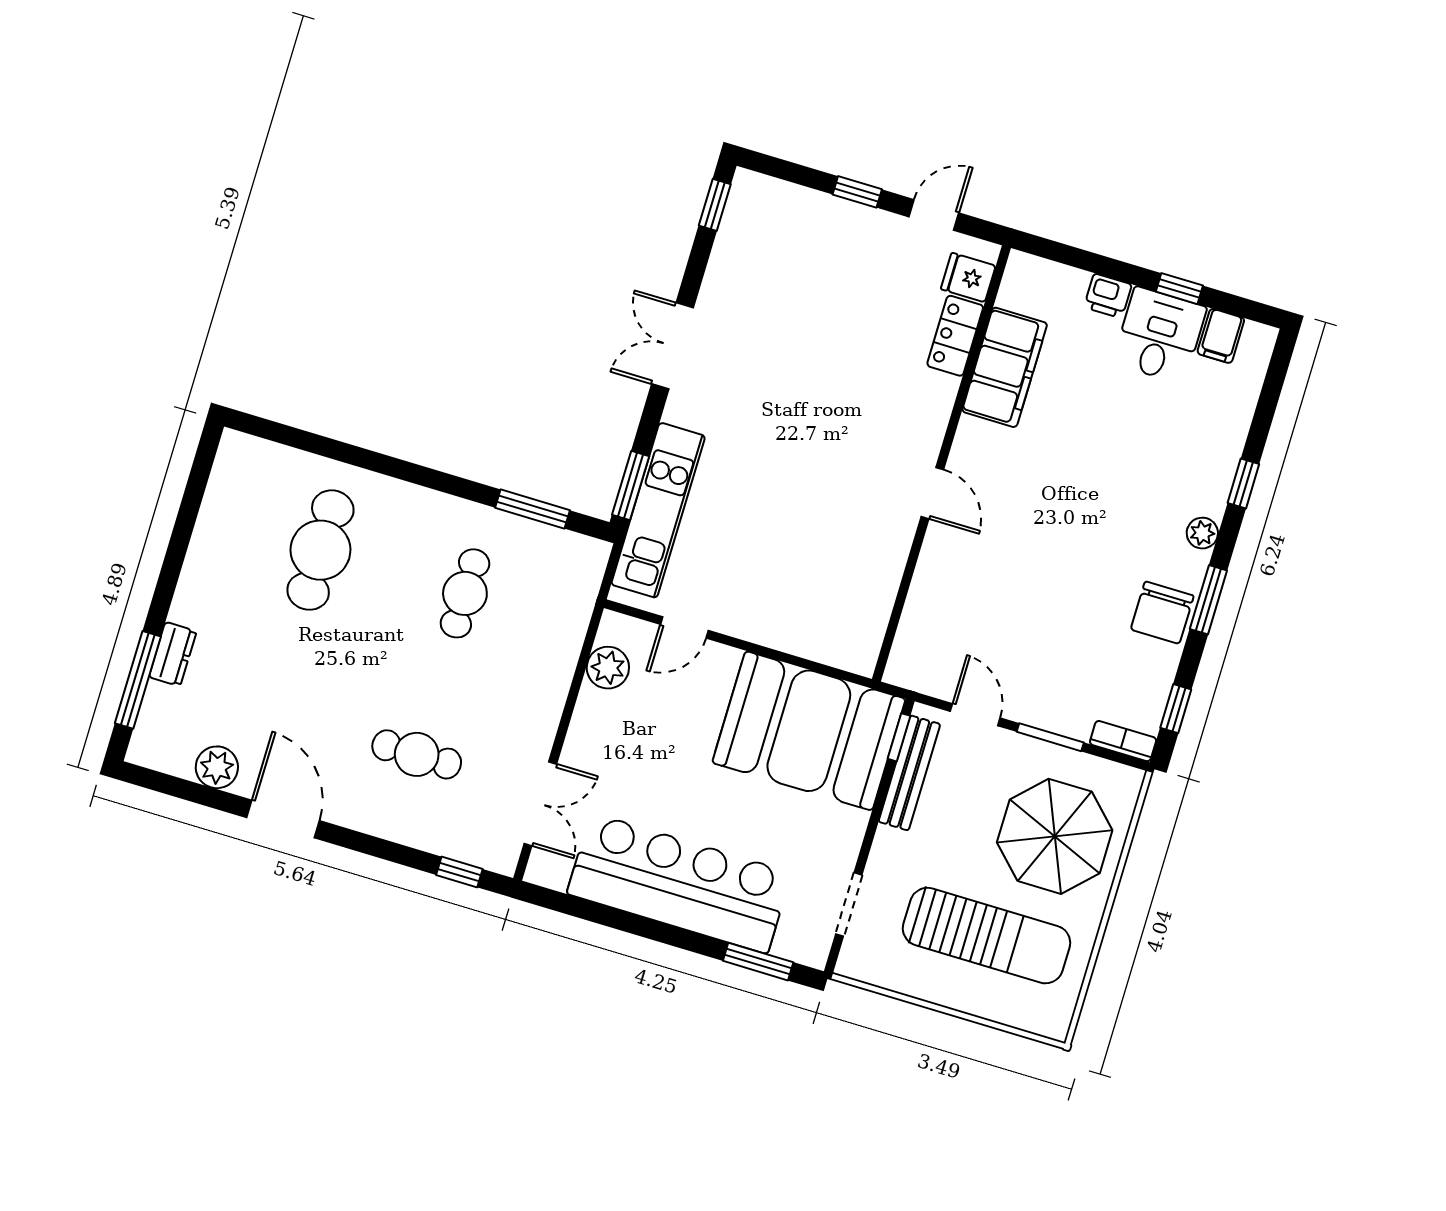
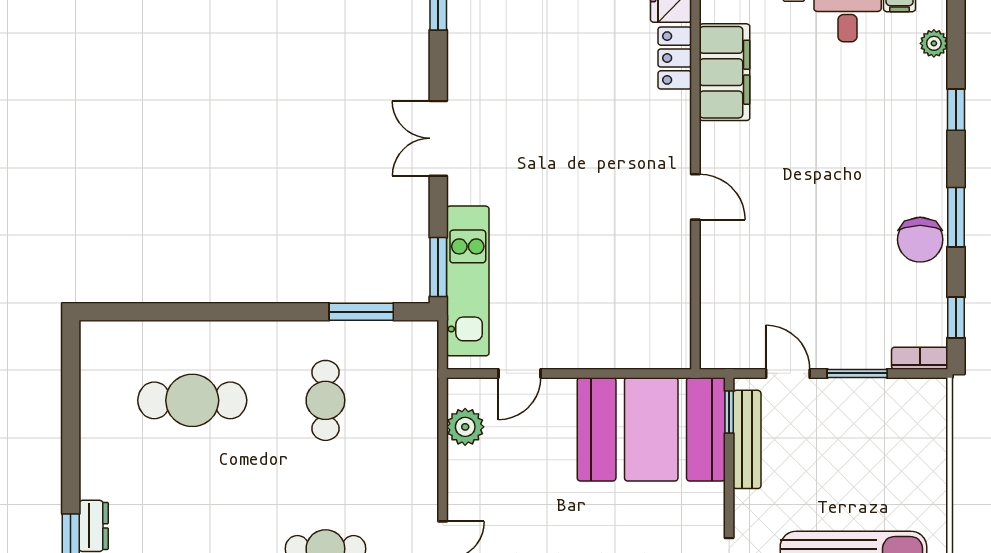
plant: (1202, 533) -> (934, 43), moved
cafe table: (320, 550) -> (192, 400), turned 90
parasol: (1055, 836) -> (886, 456), removed

